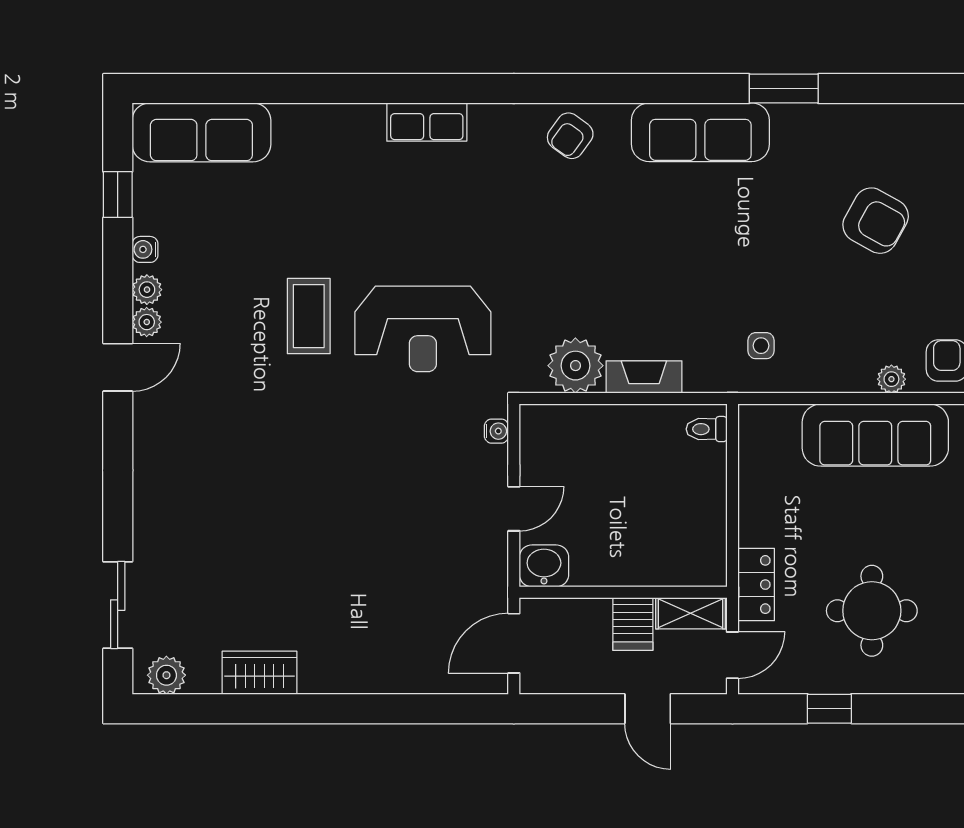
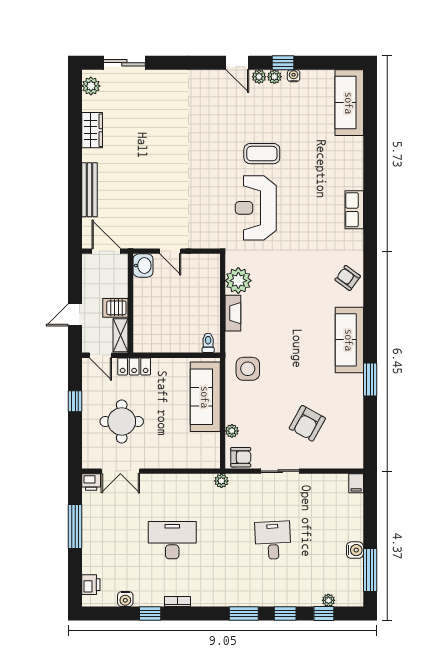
window: (118, 195) -> (283, 63), moved
side table: (761, 346) -> (248, 369), width x1.87, depth x1.87
water cooler: (496, 431) -> (207, 243), removed
sofa: (875, 435) -> (205, 397), moved
bench: (385, 678) -> (89, 190), added

